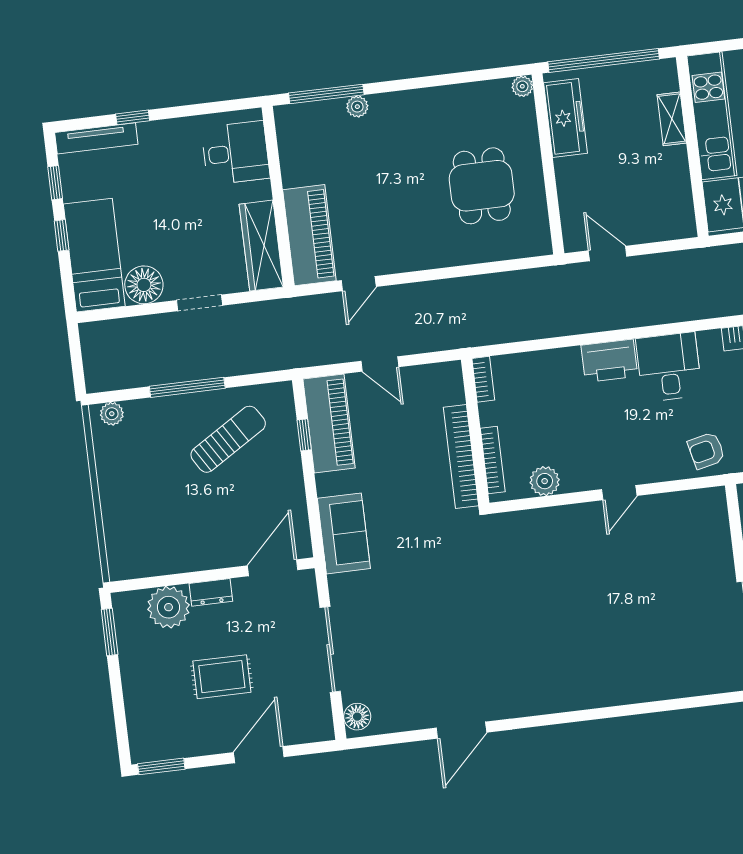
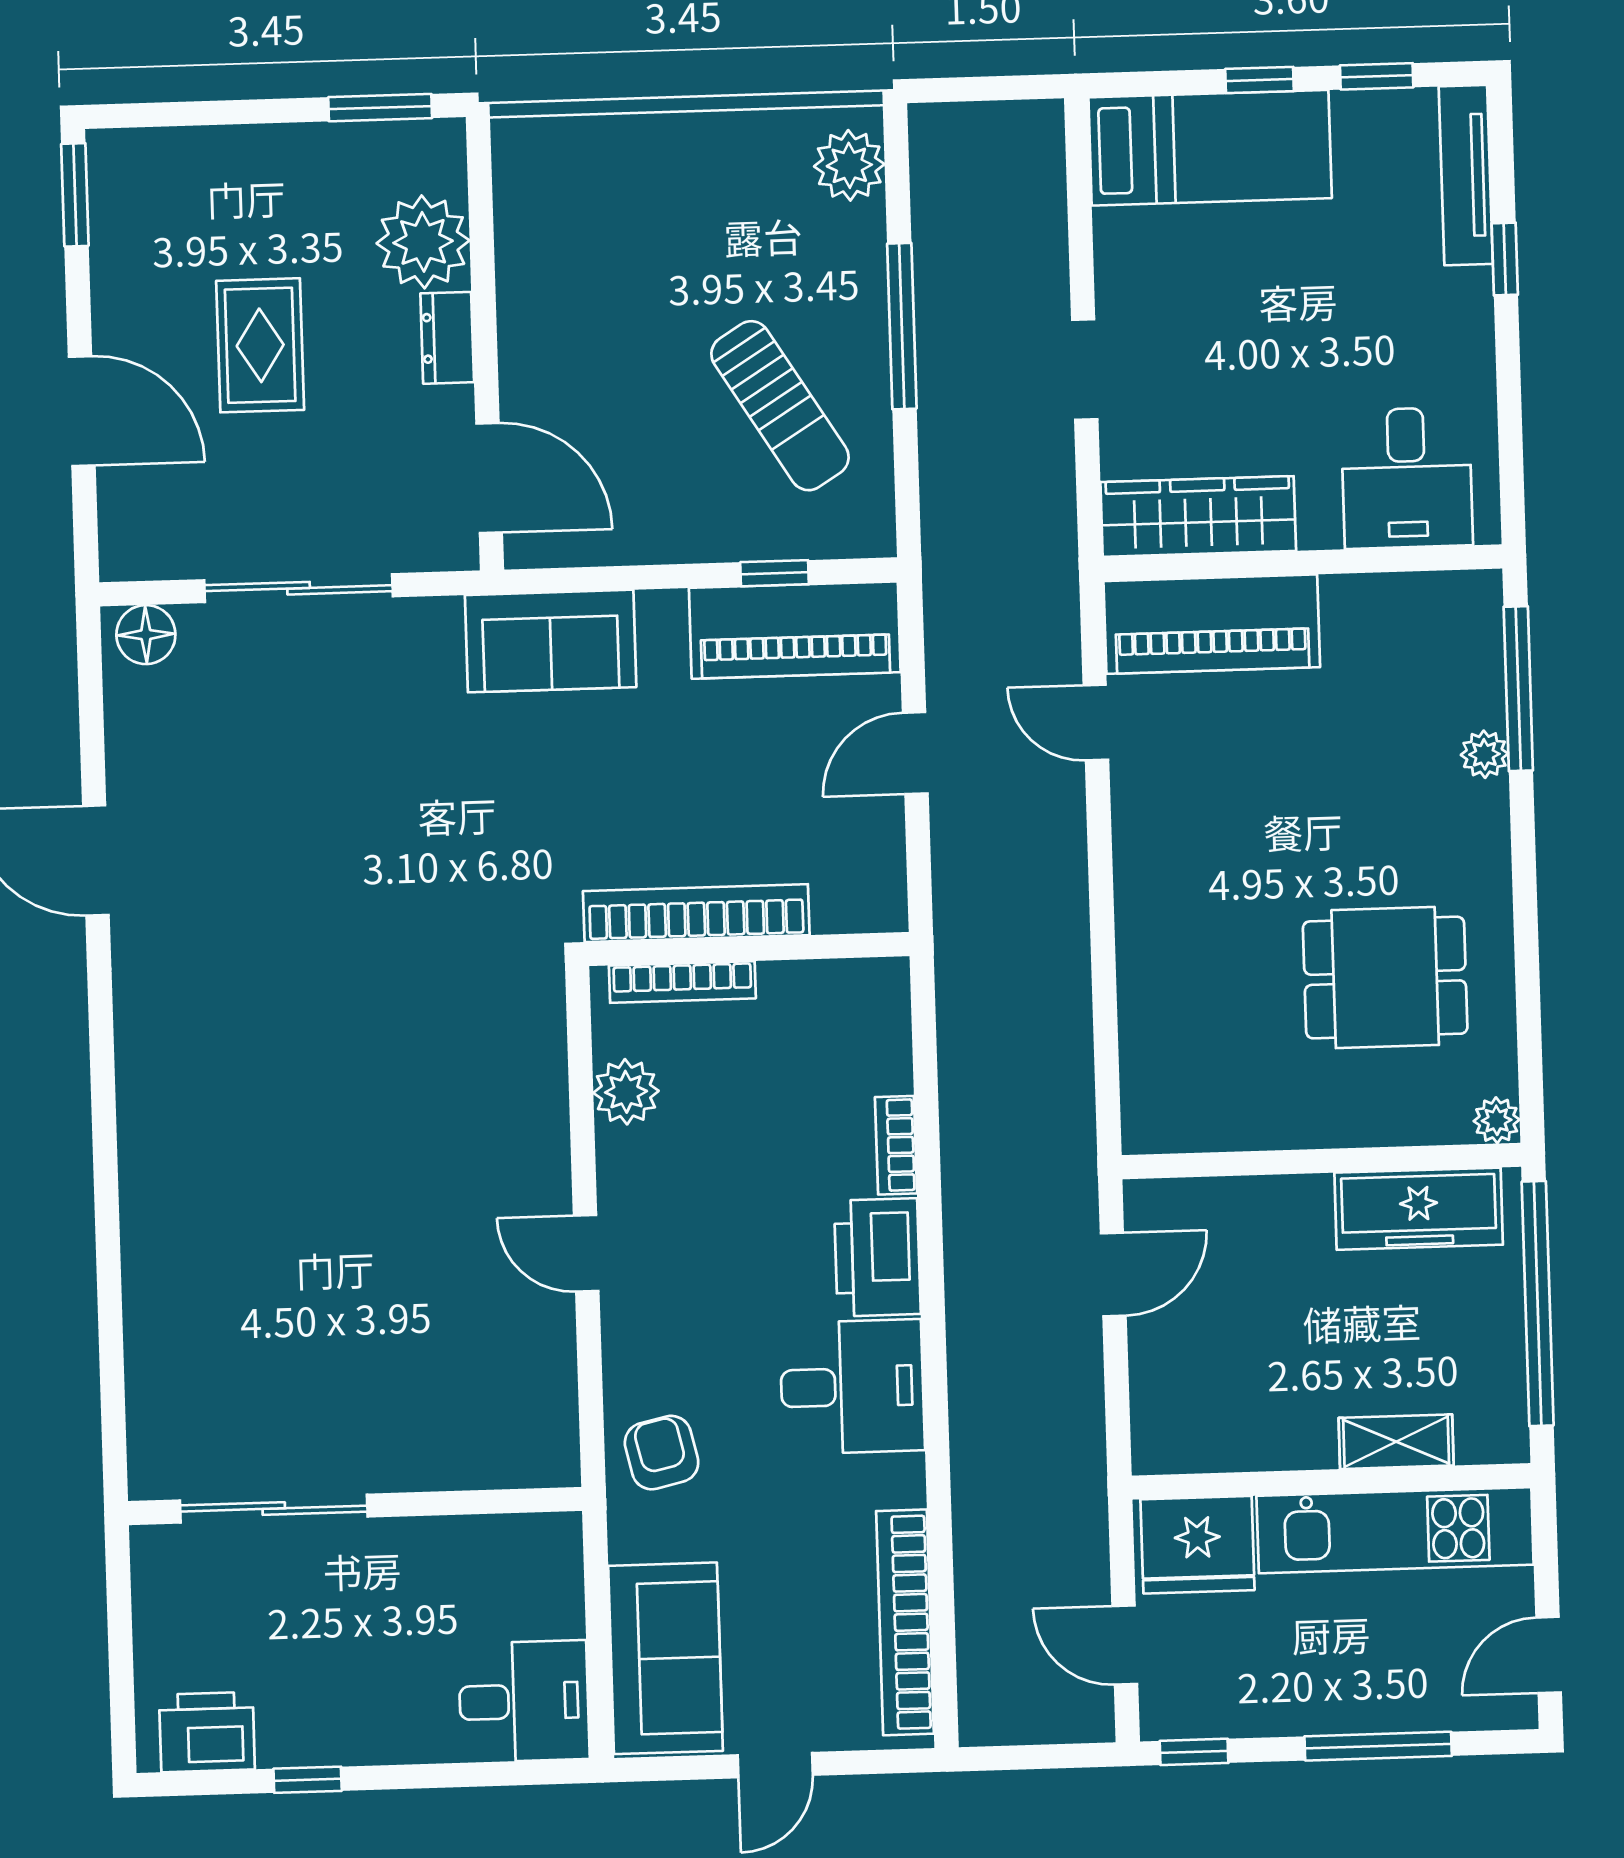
dining table: (482, 186) -> (1385, 978), moved
floor lamp: (144, 285) -> (1135, 251), removed
bookcase: (483, 379) -> (896, 1145), moved, turned 90
plant: (112, 414) -> (849, 165), width x1.38, depth x1.38

